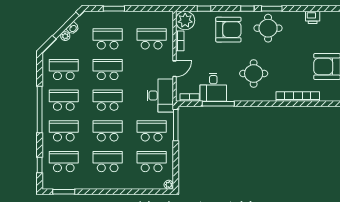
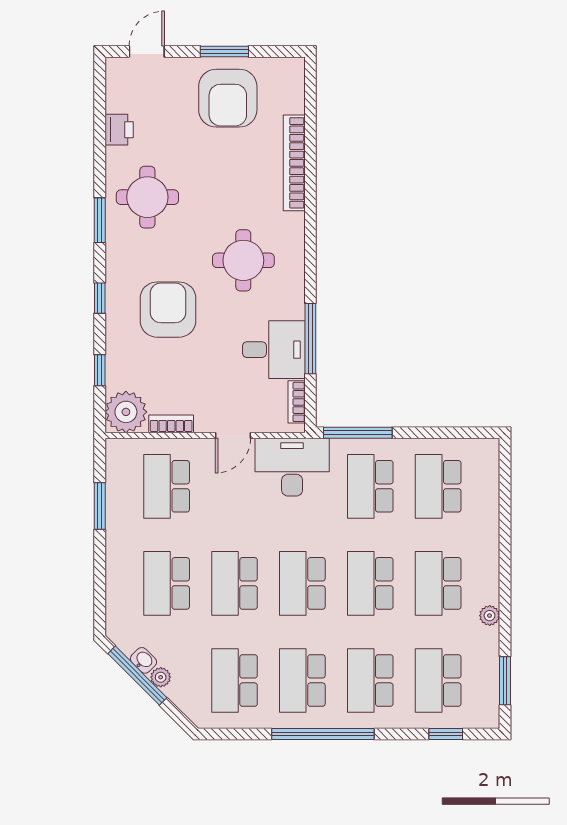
window: (114, 9) -> (100, 506), moved
window: (247, 9) -> (100, 298), moved
round table: (268, 28) -> (147, 197), moved
armchair: (228, 30) -> (168, 310), moved
door: (175, 69) -> (233, 435), swing flipped
plant: (169, 185) -> (490, 616), moved

